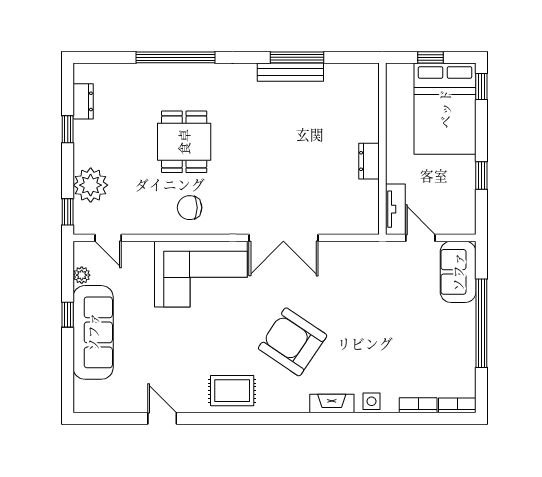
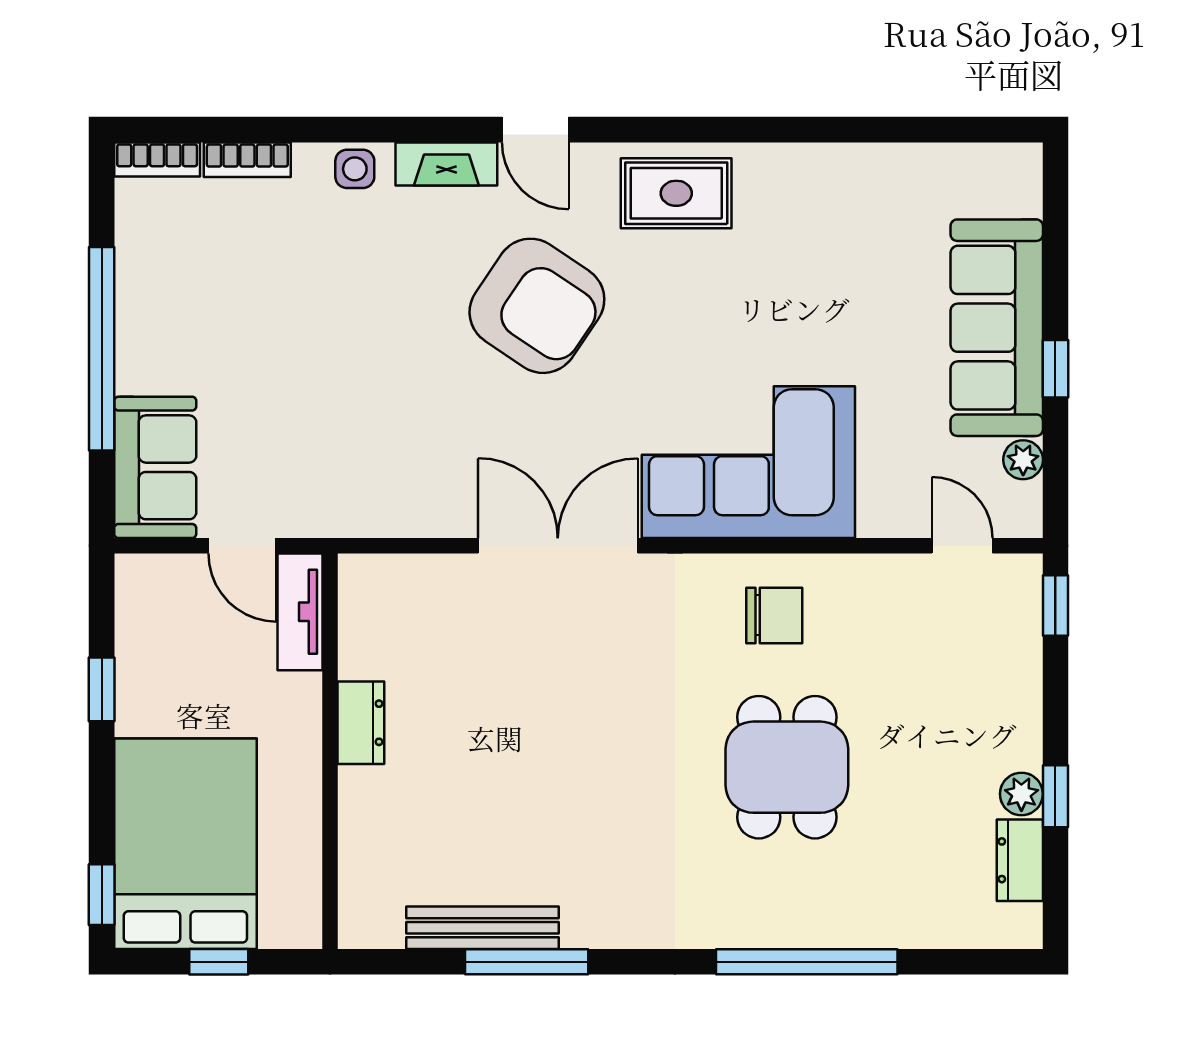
bench: (290, 72) -> (482, 928), moved
plant: (91, 185) -> (1021, 794), moved, width x0.53, depth x0.53
door: (162, 418) -> (535, 130), moved

